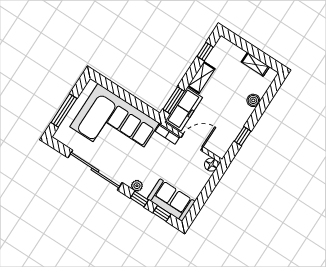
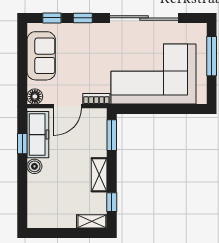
shelving: (255, 64) -> (92, 221), moved
boiler: (253, 100) -> (34, 166), moved
freezer: (184, 109) -> (38, 135), moved, turned 180
plant: (137, 186) -> (94, 29), removed
sofa: (171, 200) -> (41, 56), moved, turned -90

